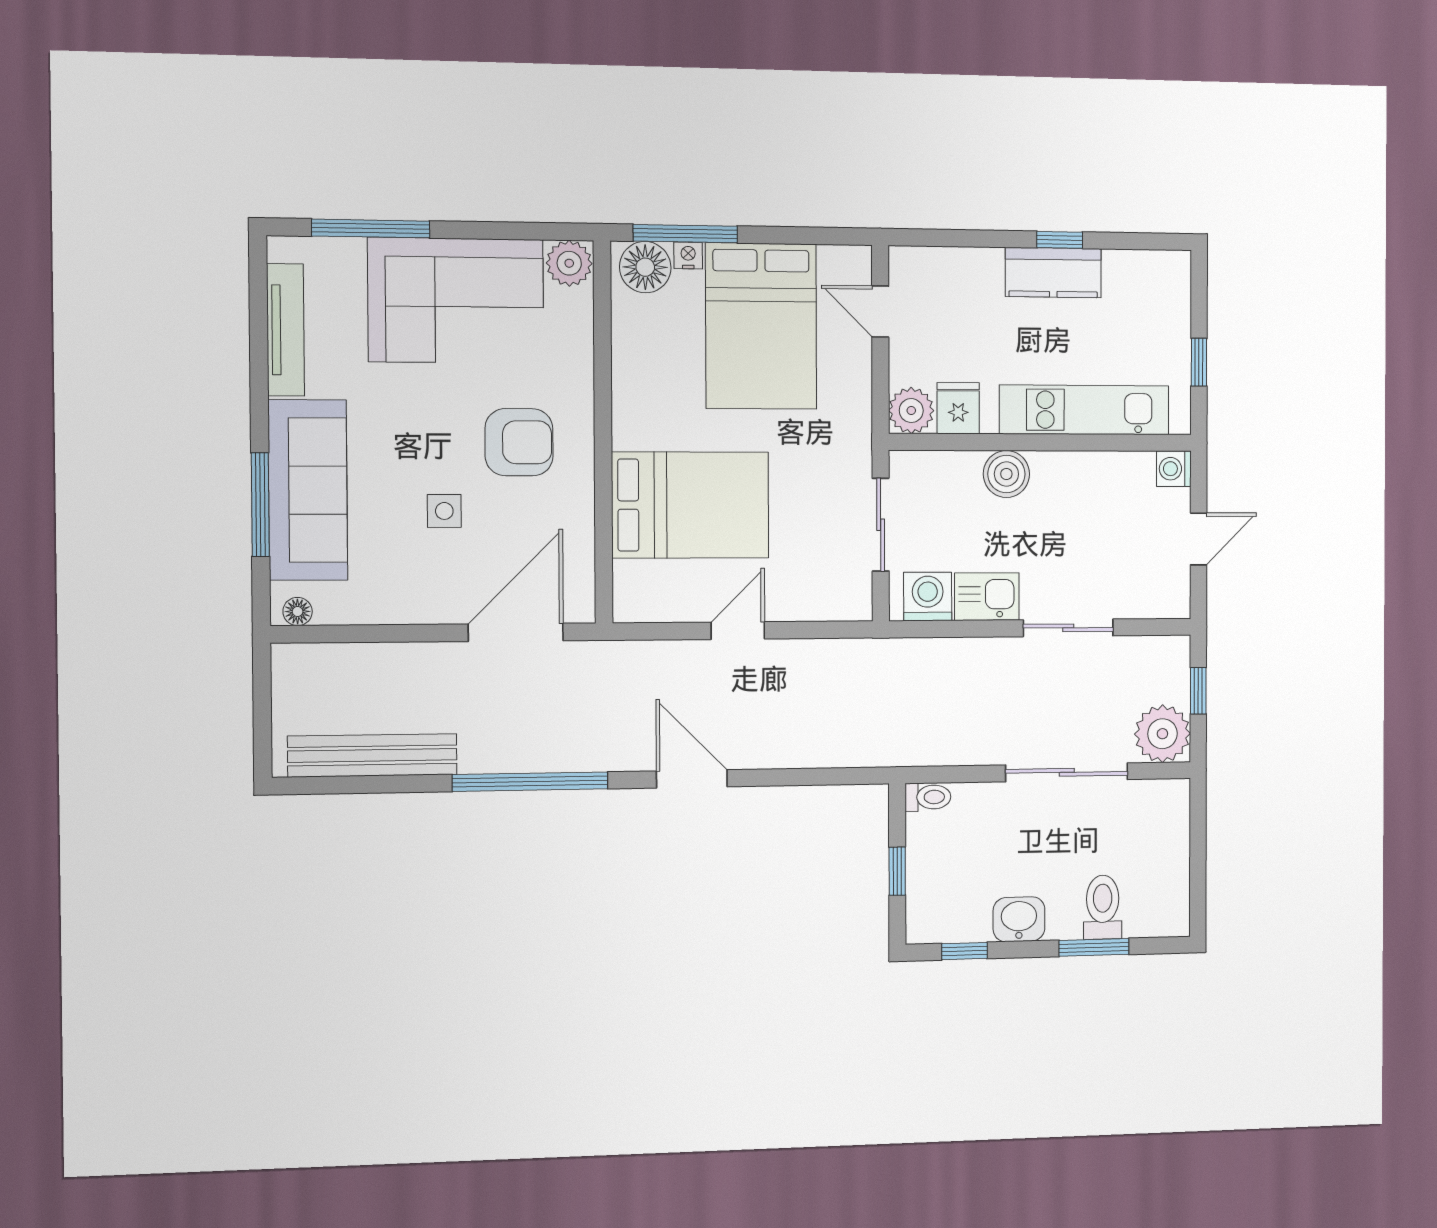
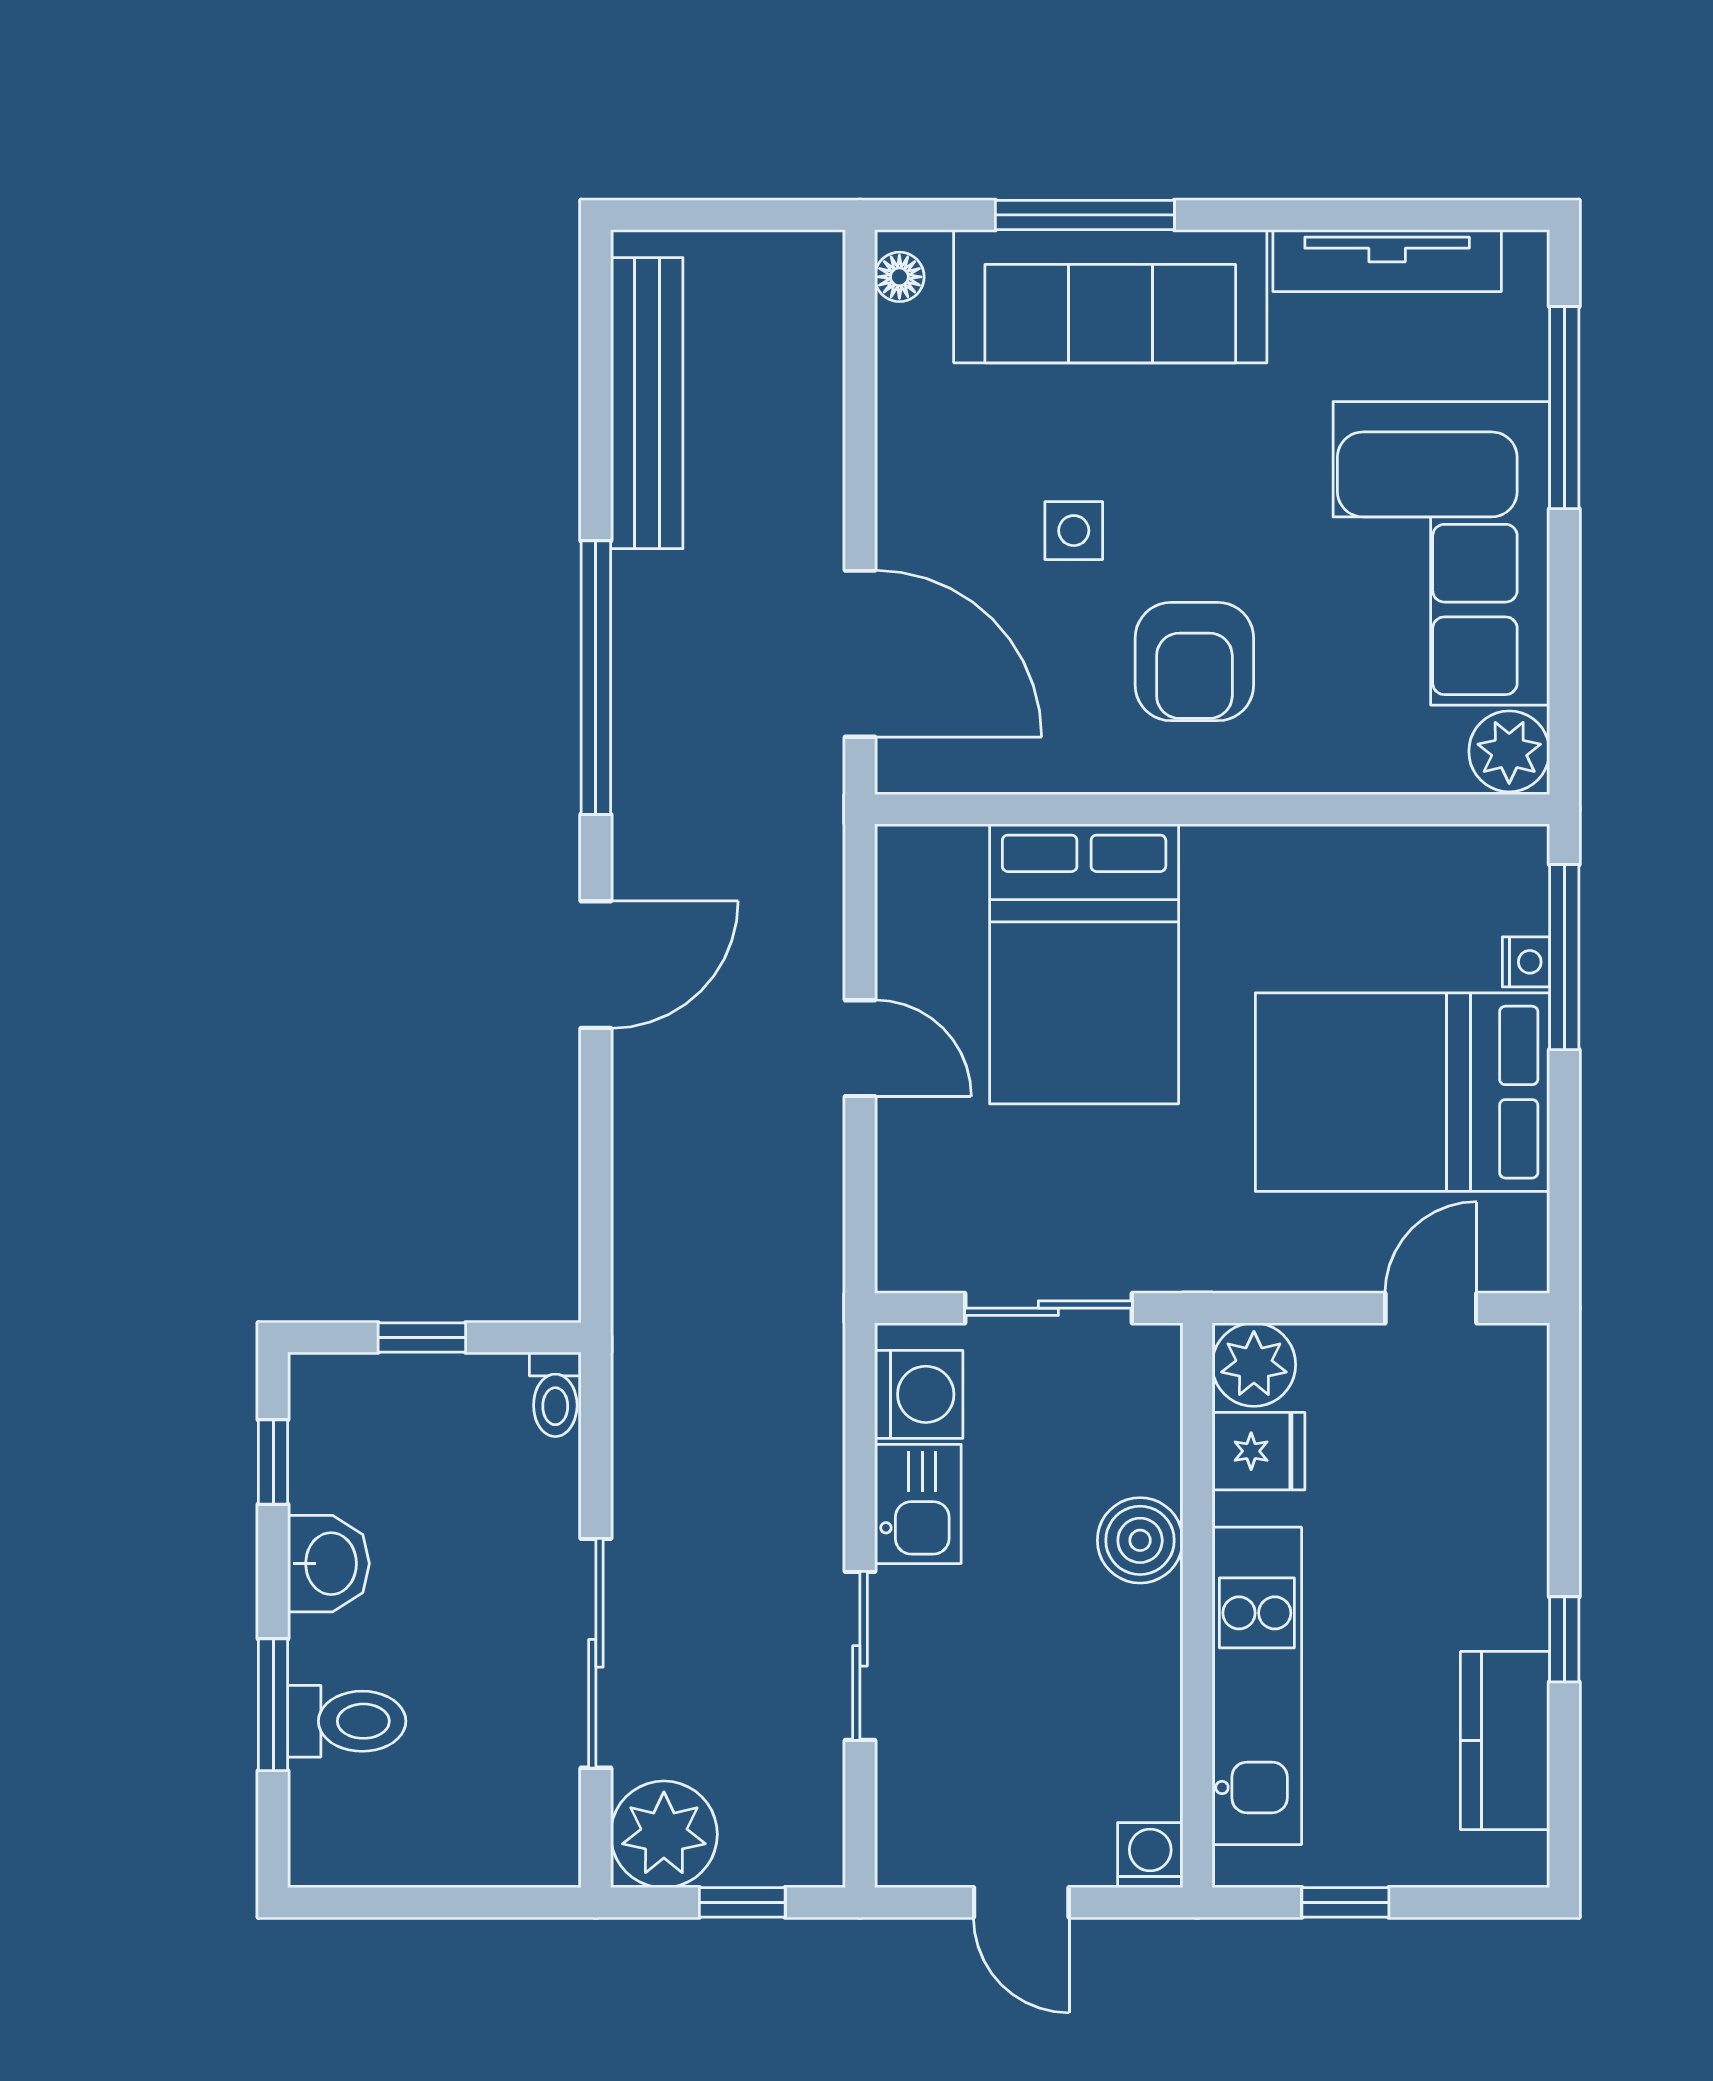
floor lamp: (645, 267) -> (1504, 886), removed
kitchen counter: (1053, 273) -> (1505, 1741), moved

